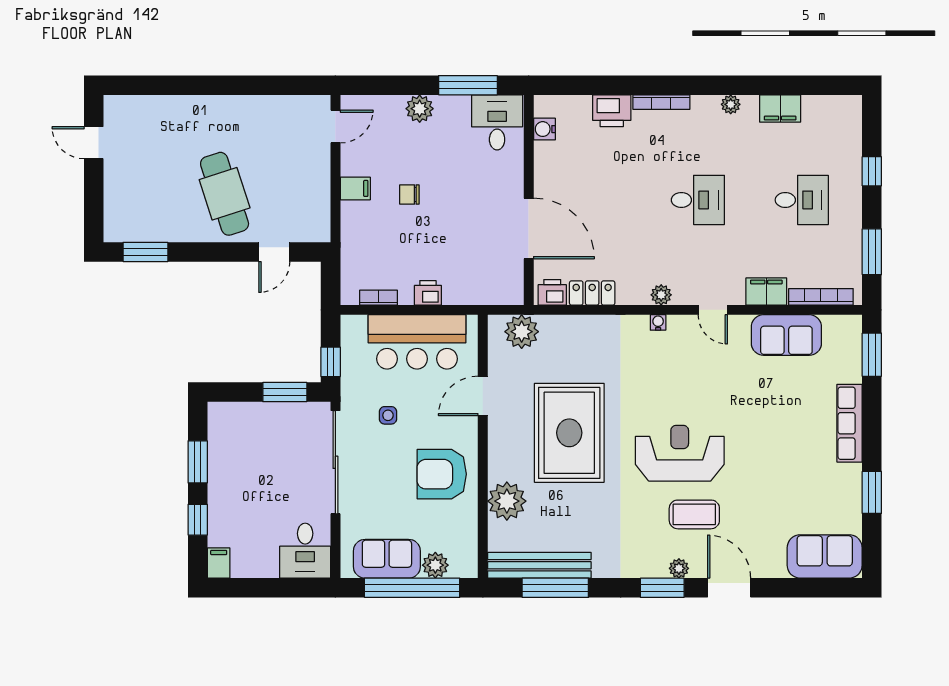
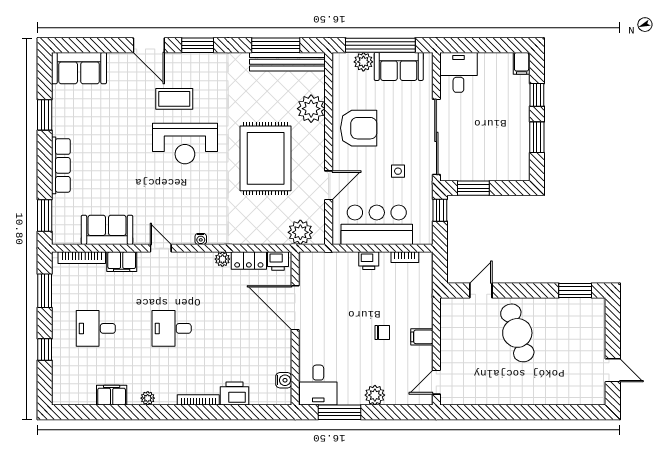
plant: (661, 295) -> (222, 259), moved
plant: (679, 568) -> (185, 59), removed

